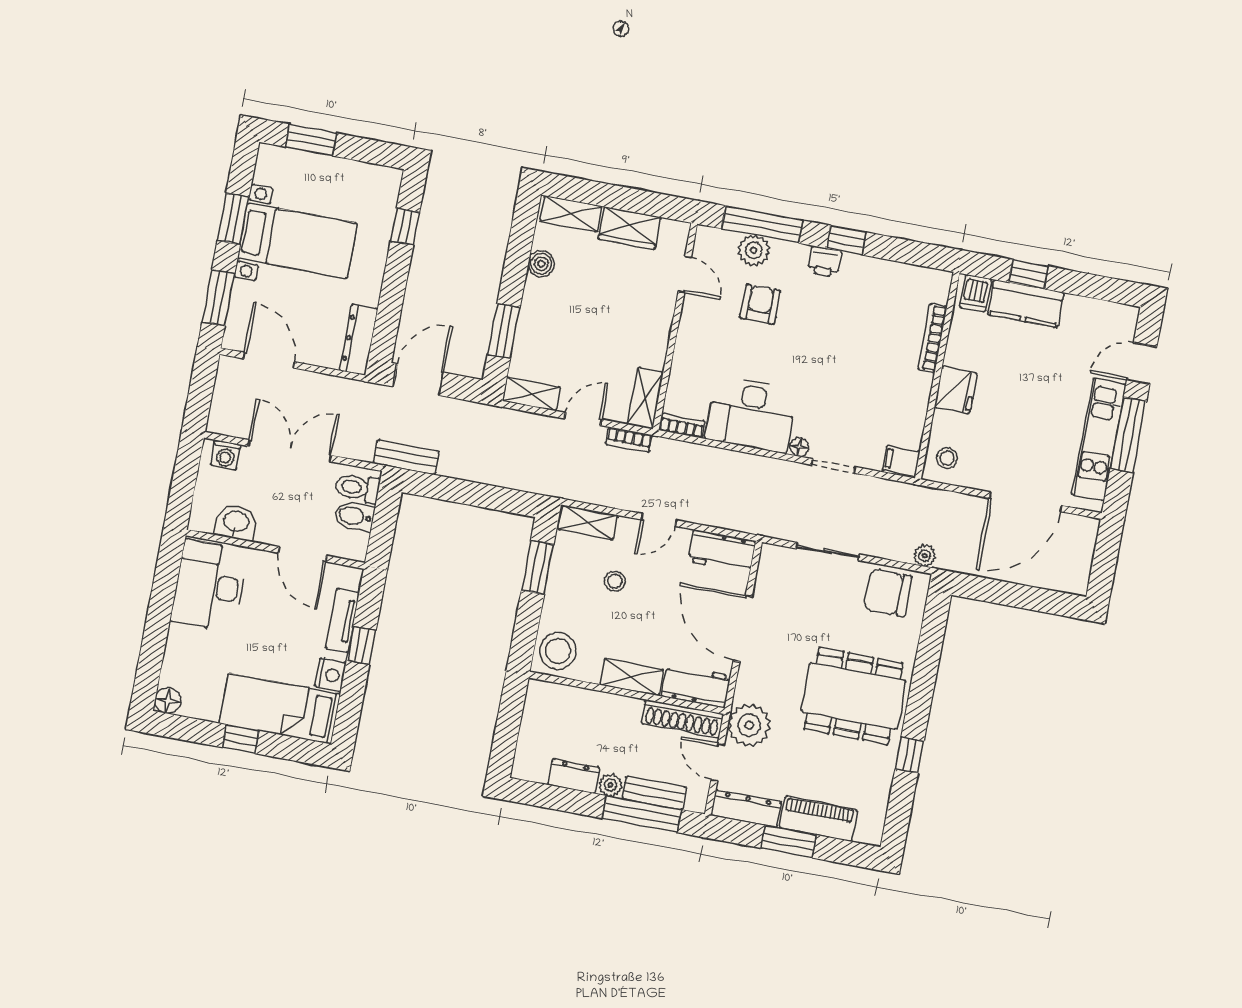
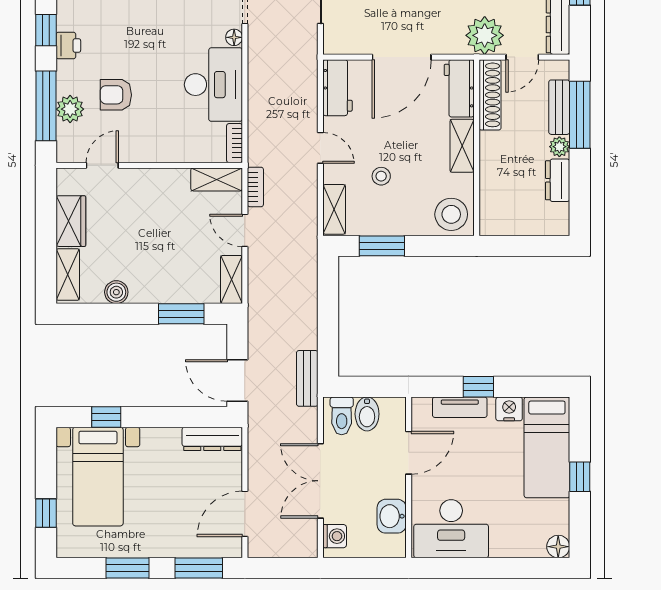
window: (311, 140) -> (46, 513), width x0.67
bed with nightstands: (297, 241) -> (98, 477), moved, turned 180

